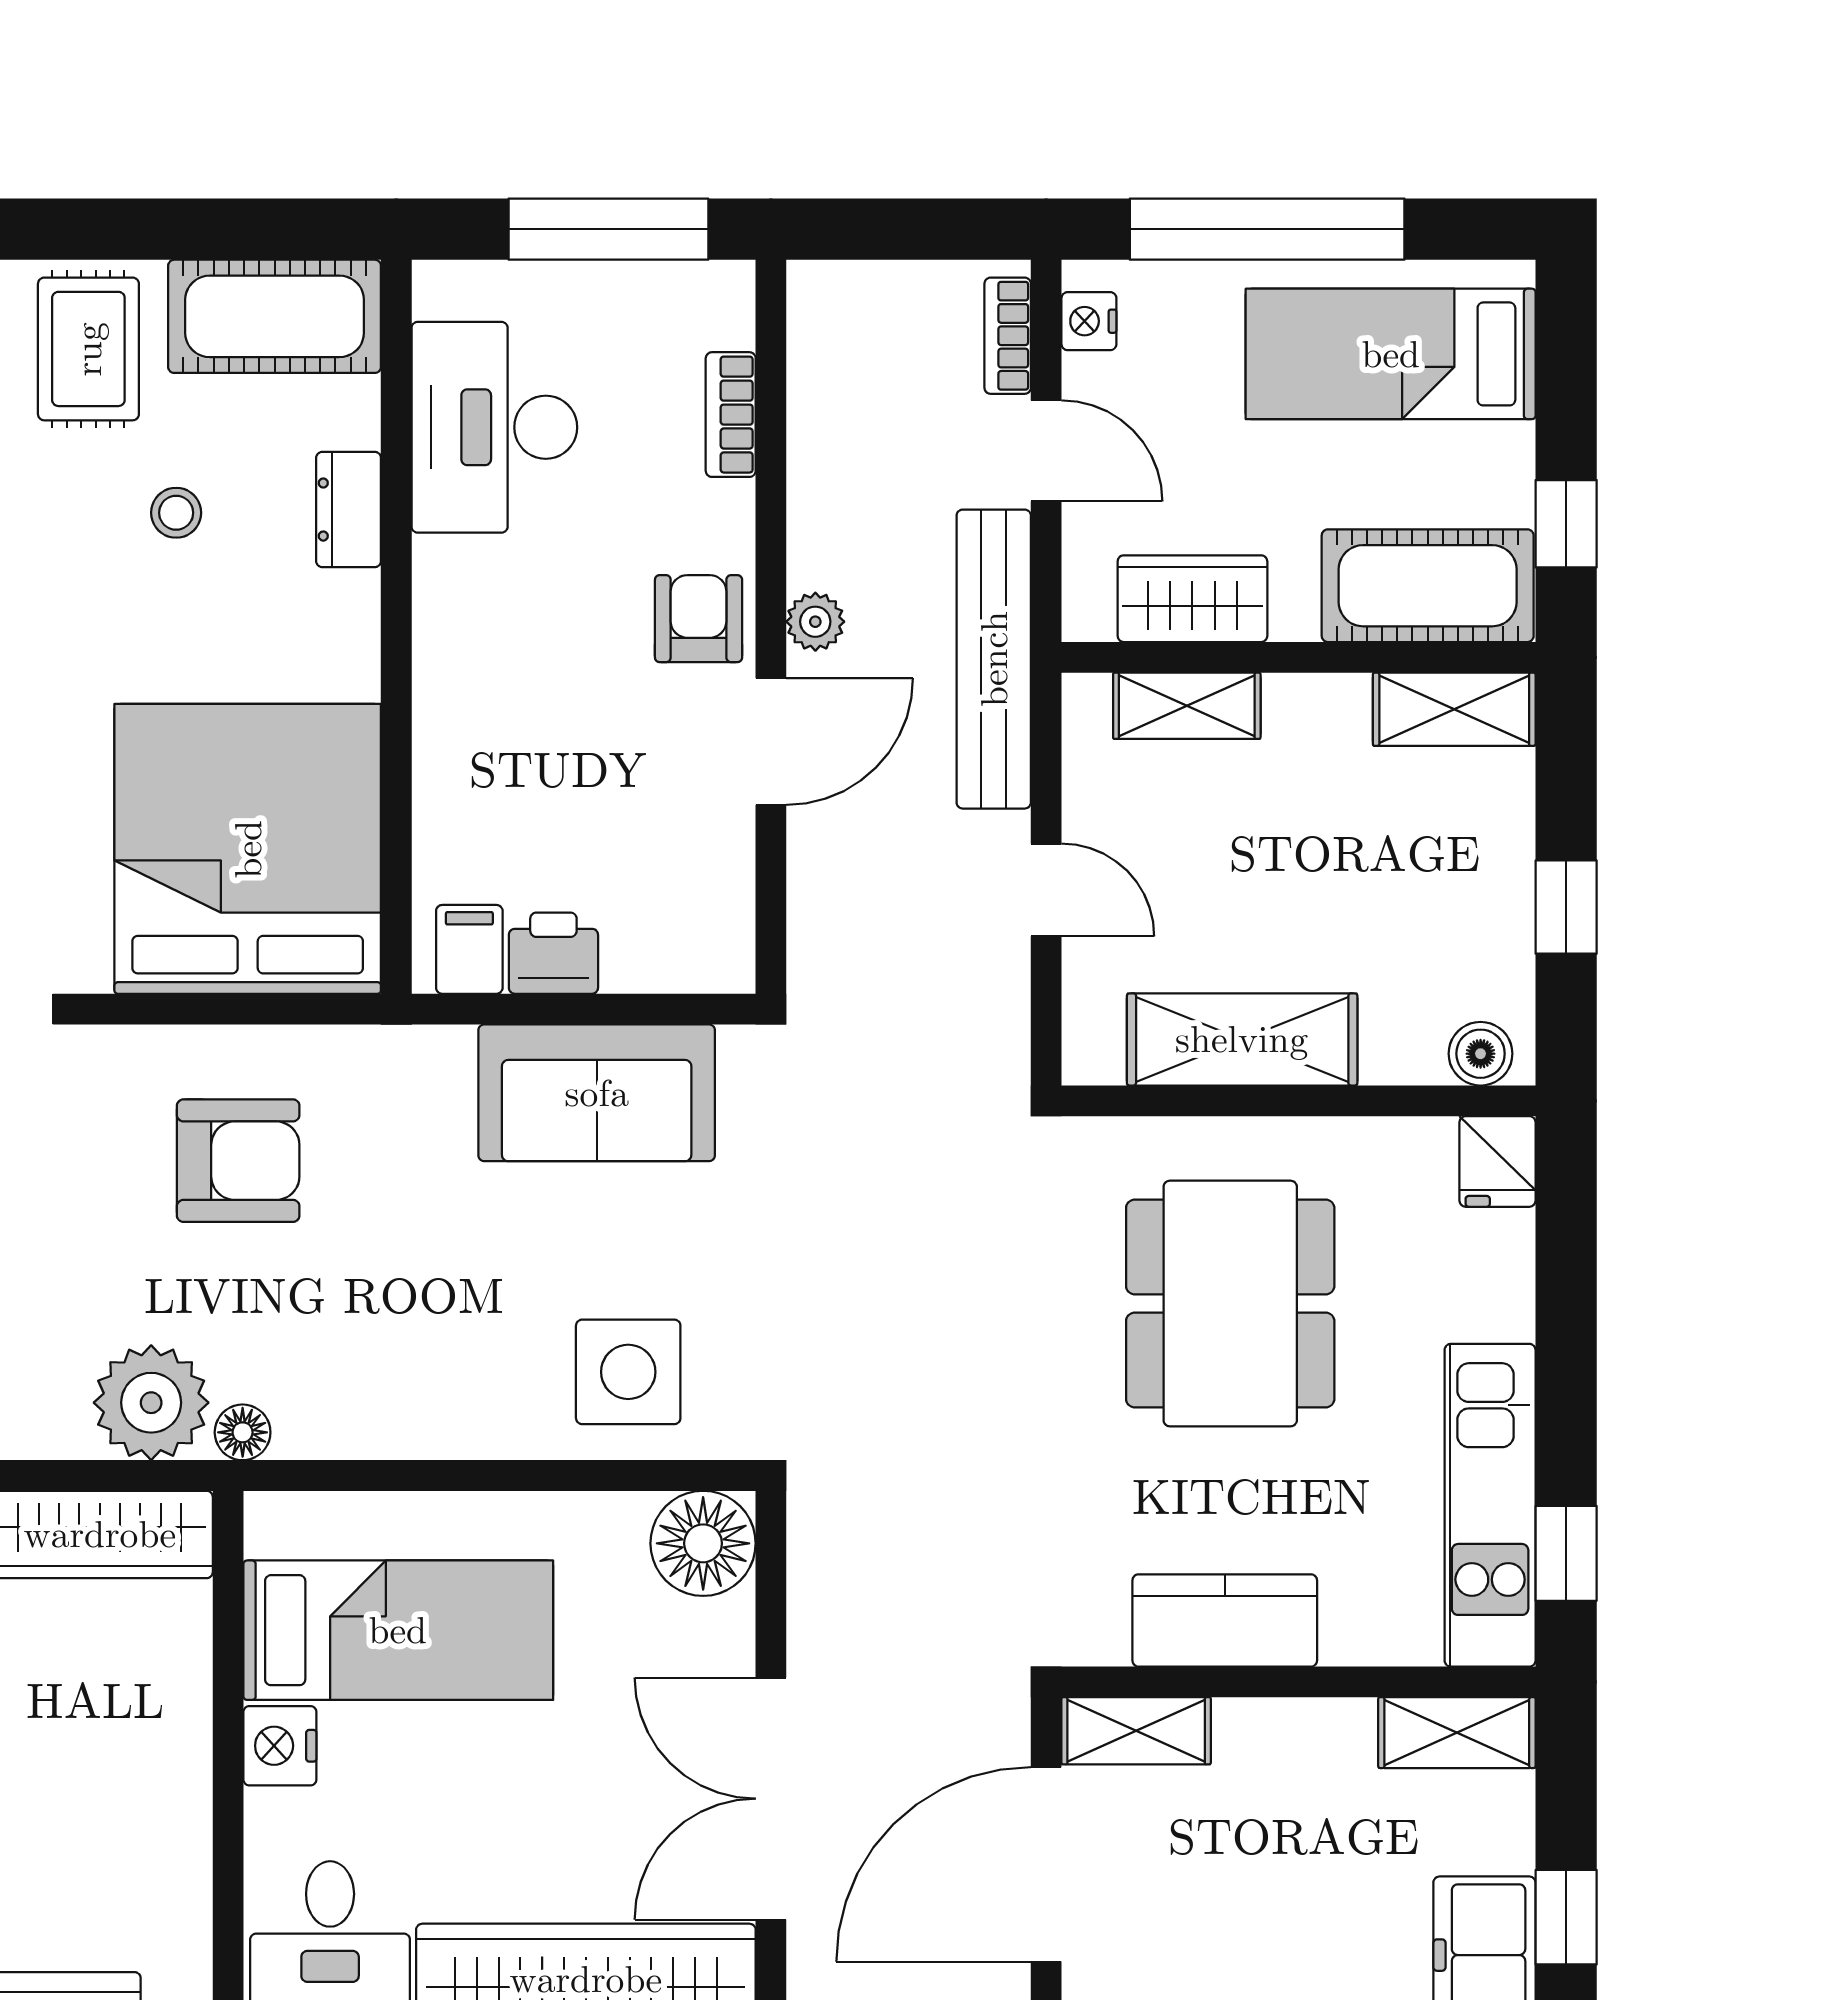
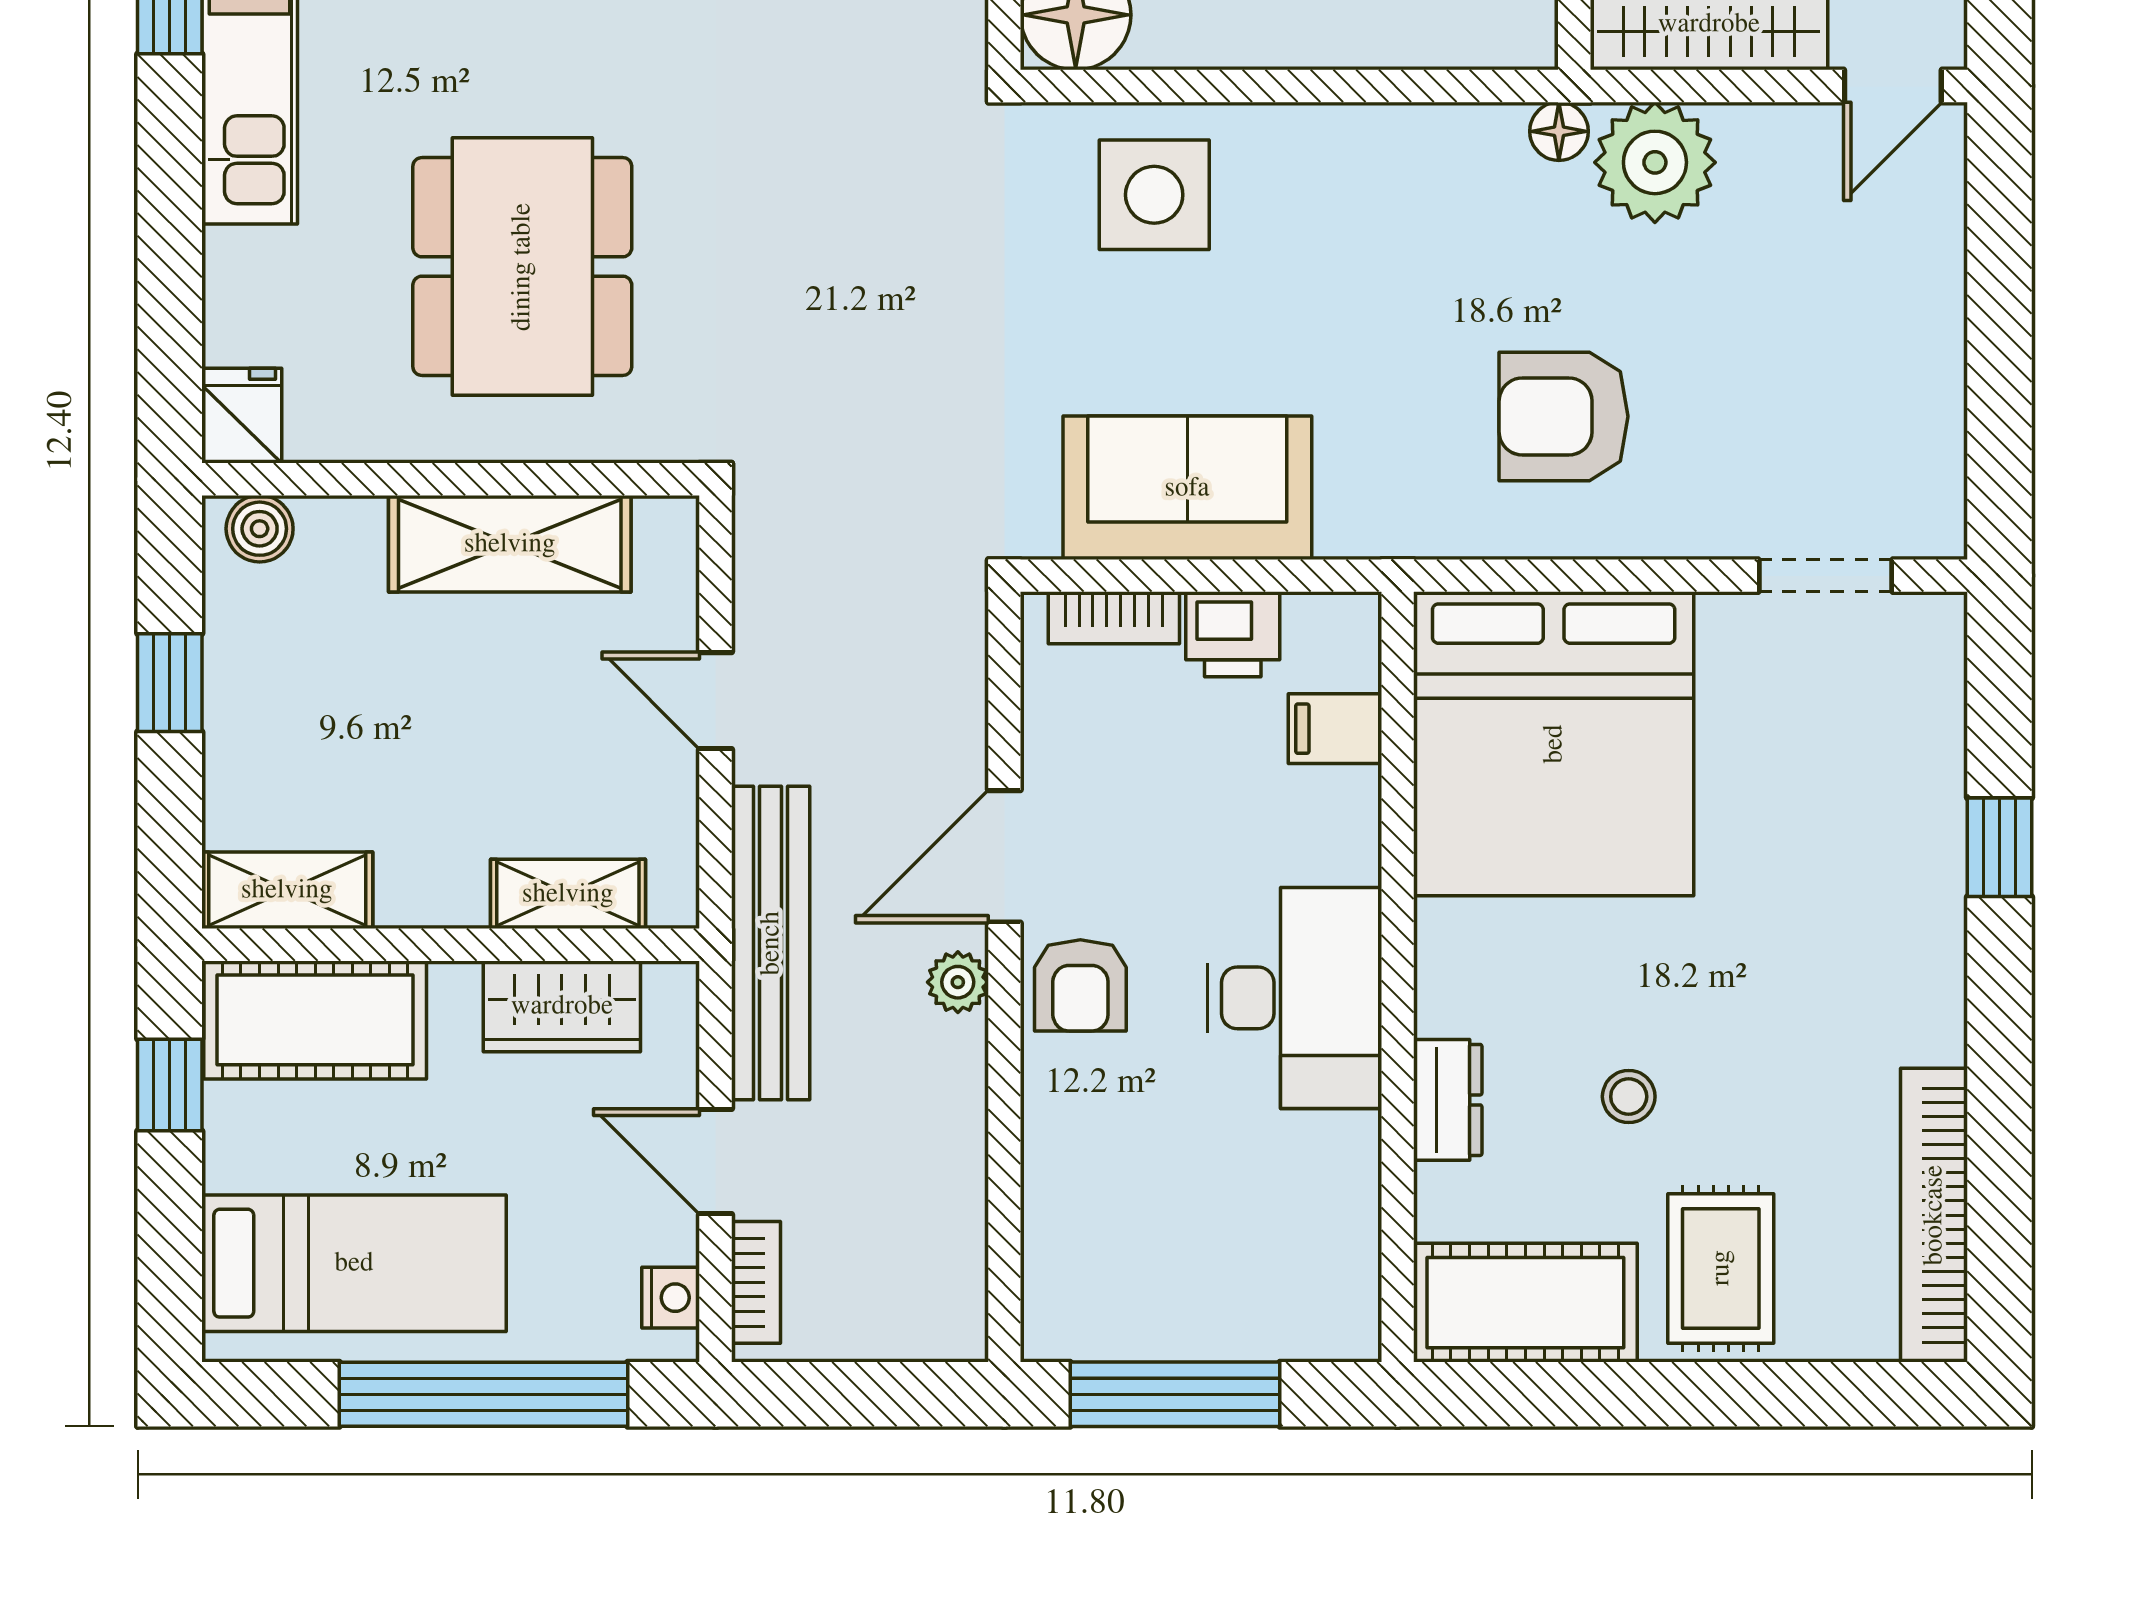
bookcase: (731, 415) -> (1114, 618), moved, turned 90
desk: (494, 427) -> (1295, 998), moved
filing cabinet: (469, 949) -> (1335, 729), moved, turned 90

